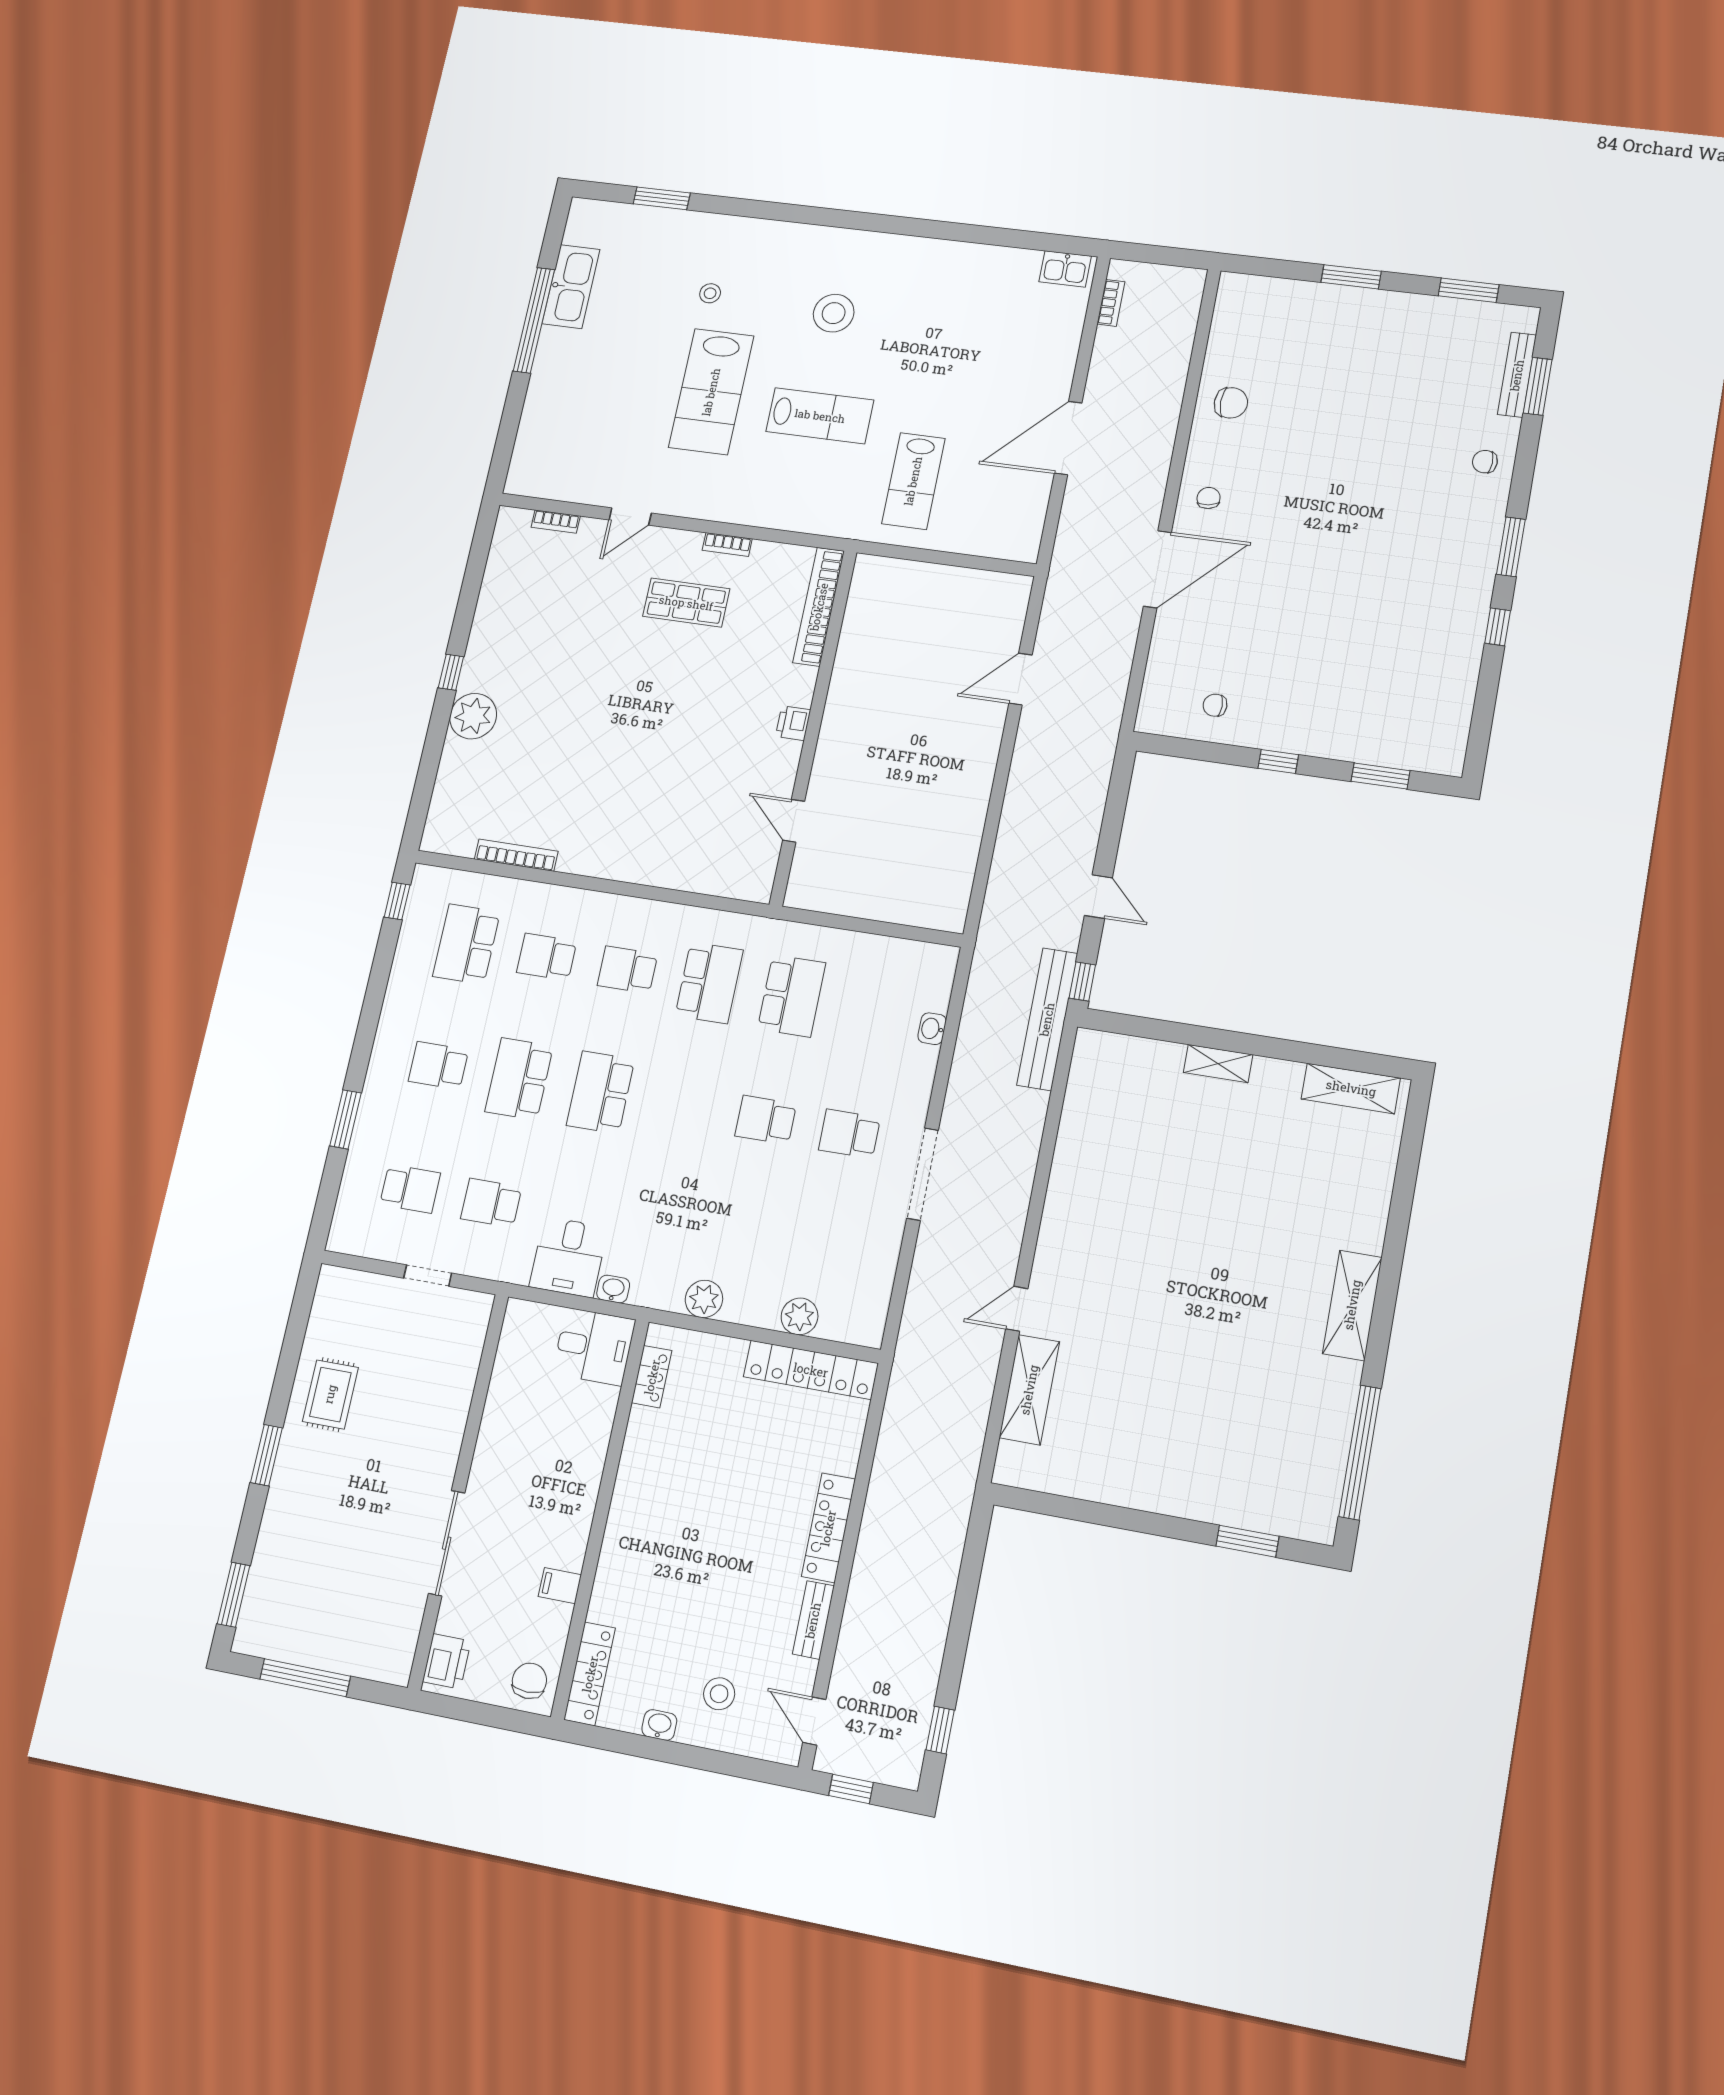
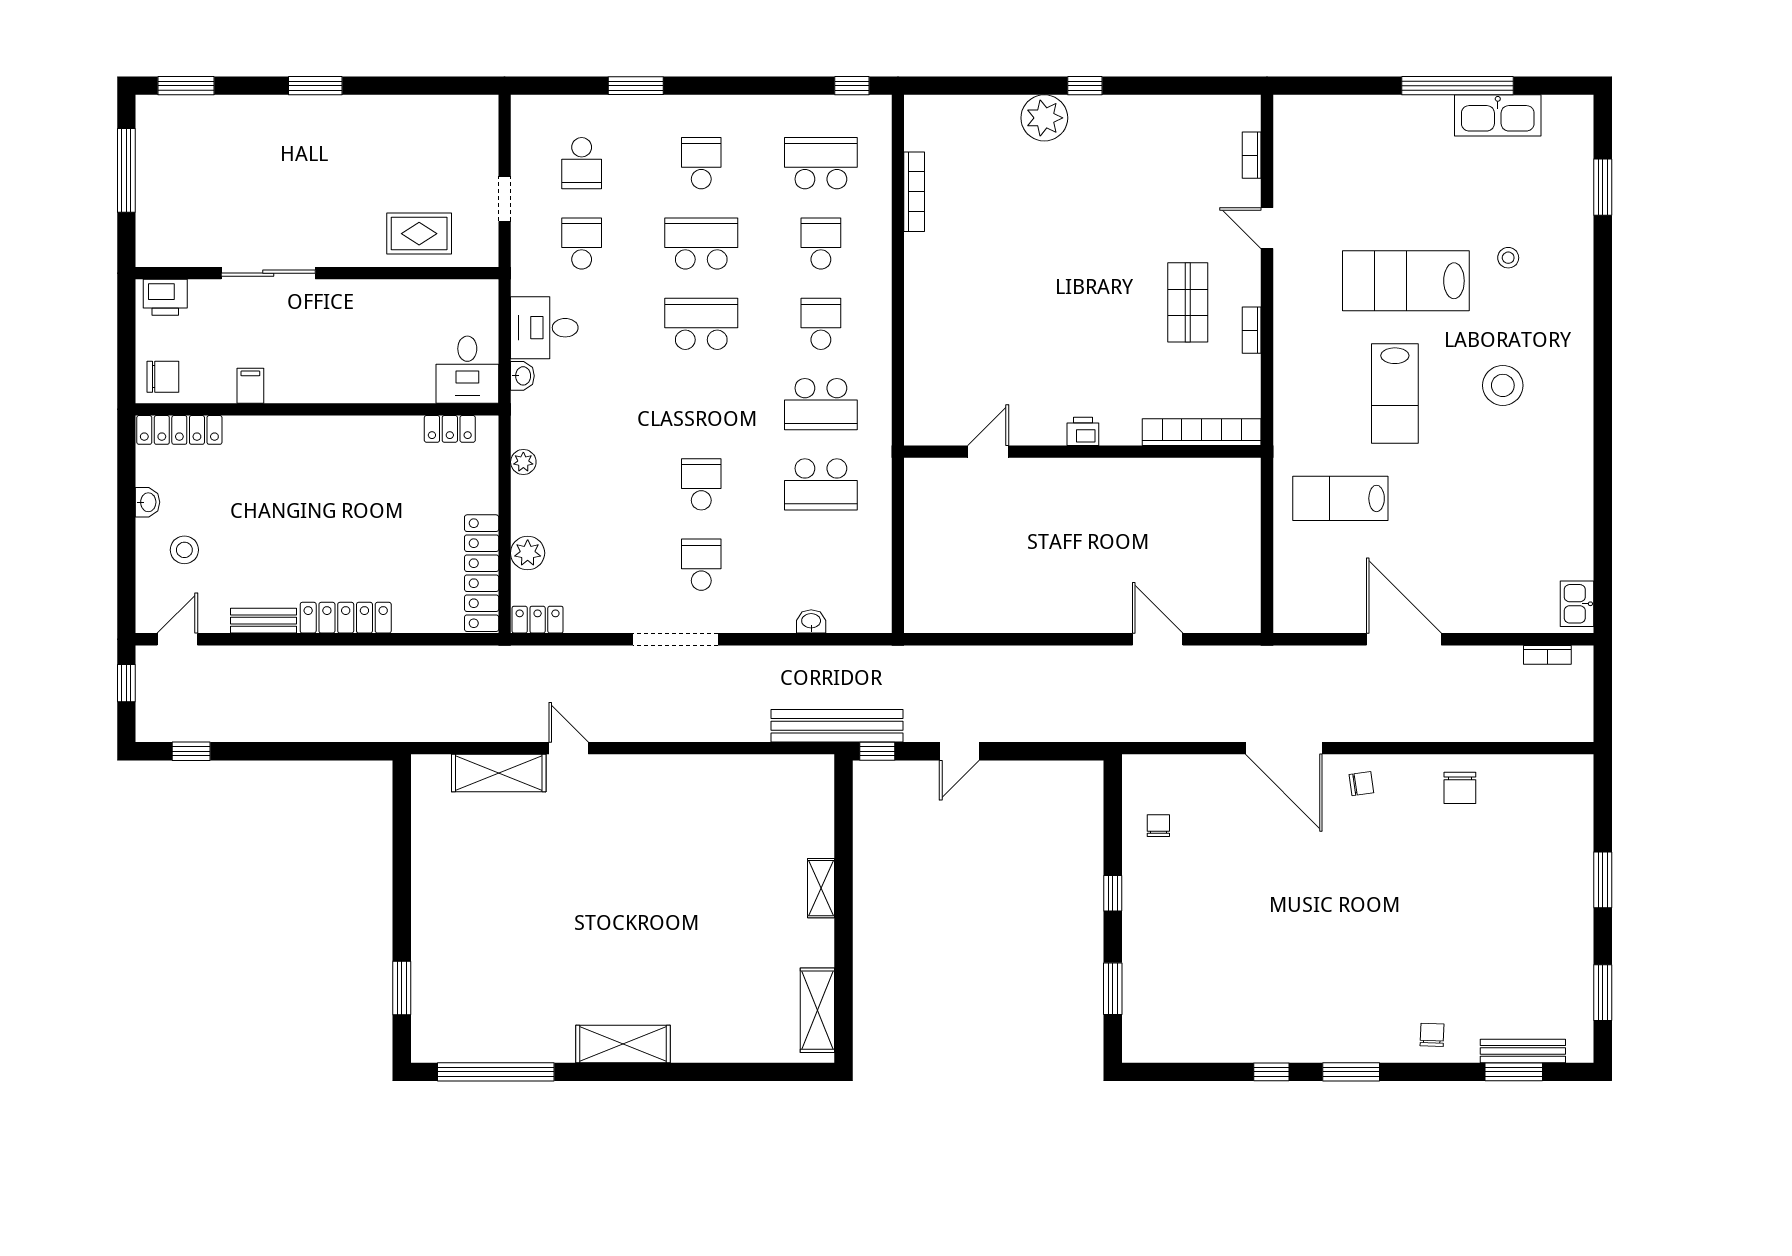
plant: (704, 1299) -> (523, 462), width x0.73, depth x0.73
locker: (872, 1318) -> (538, 620), added
rug: (330, 1394) -> (419, 234), moved

